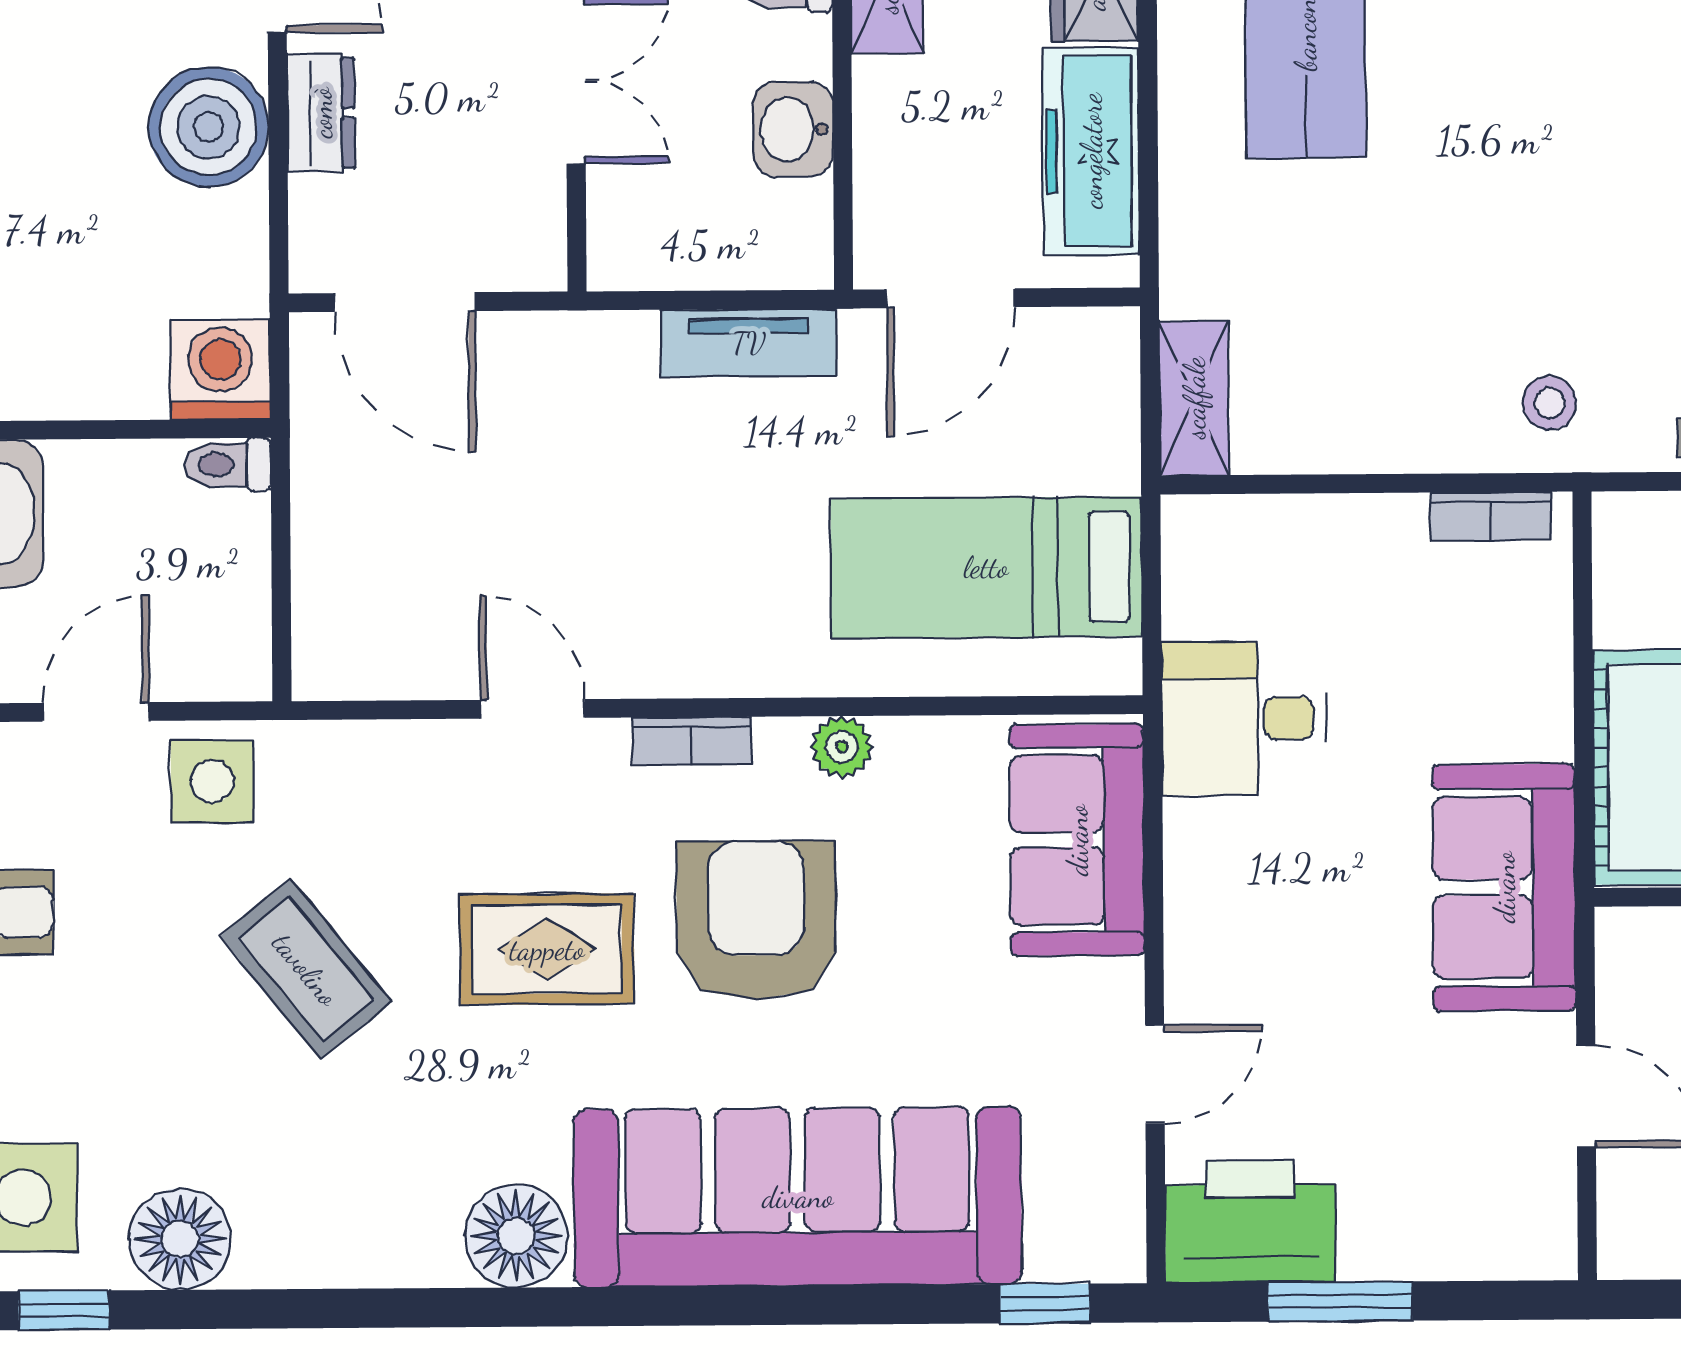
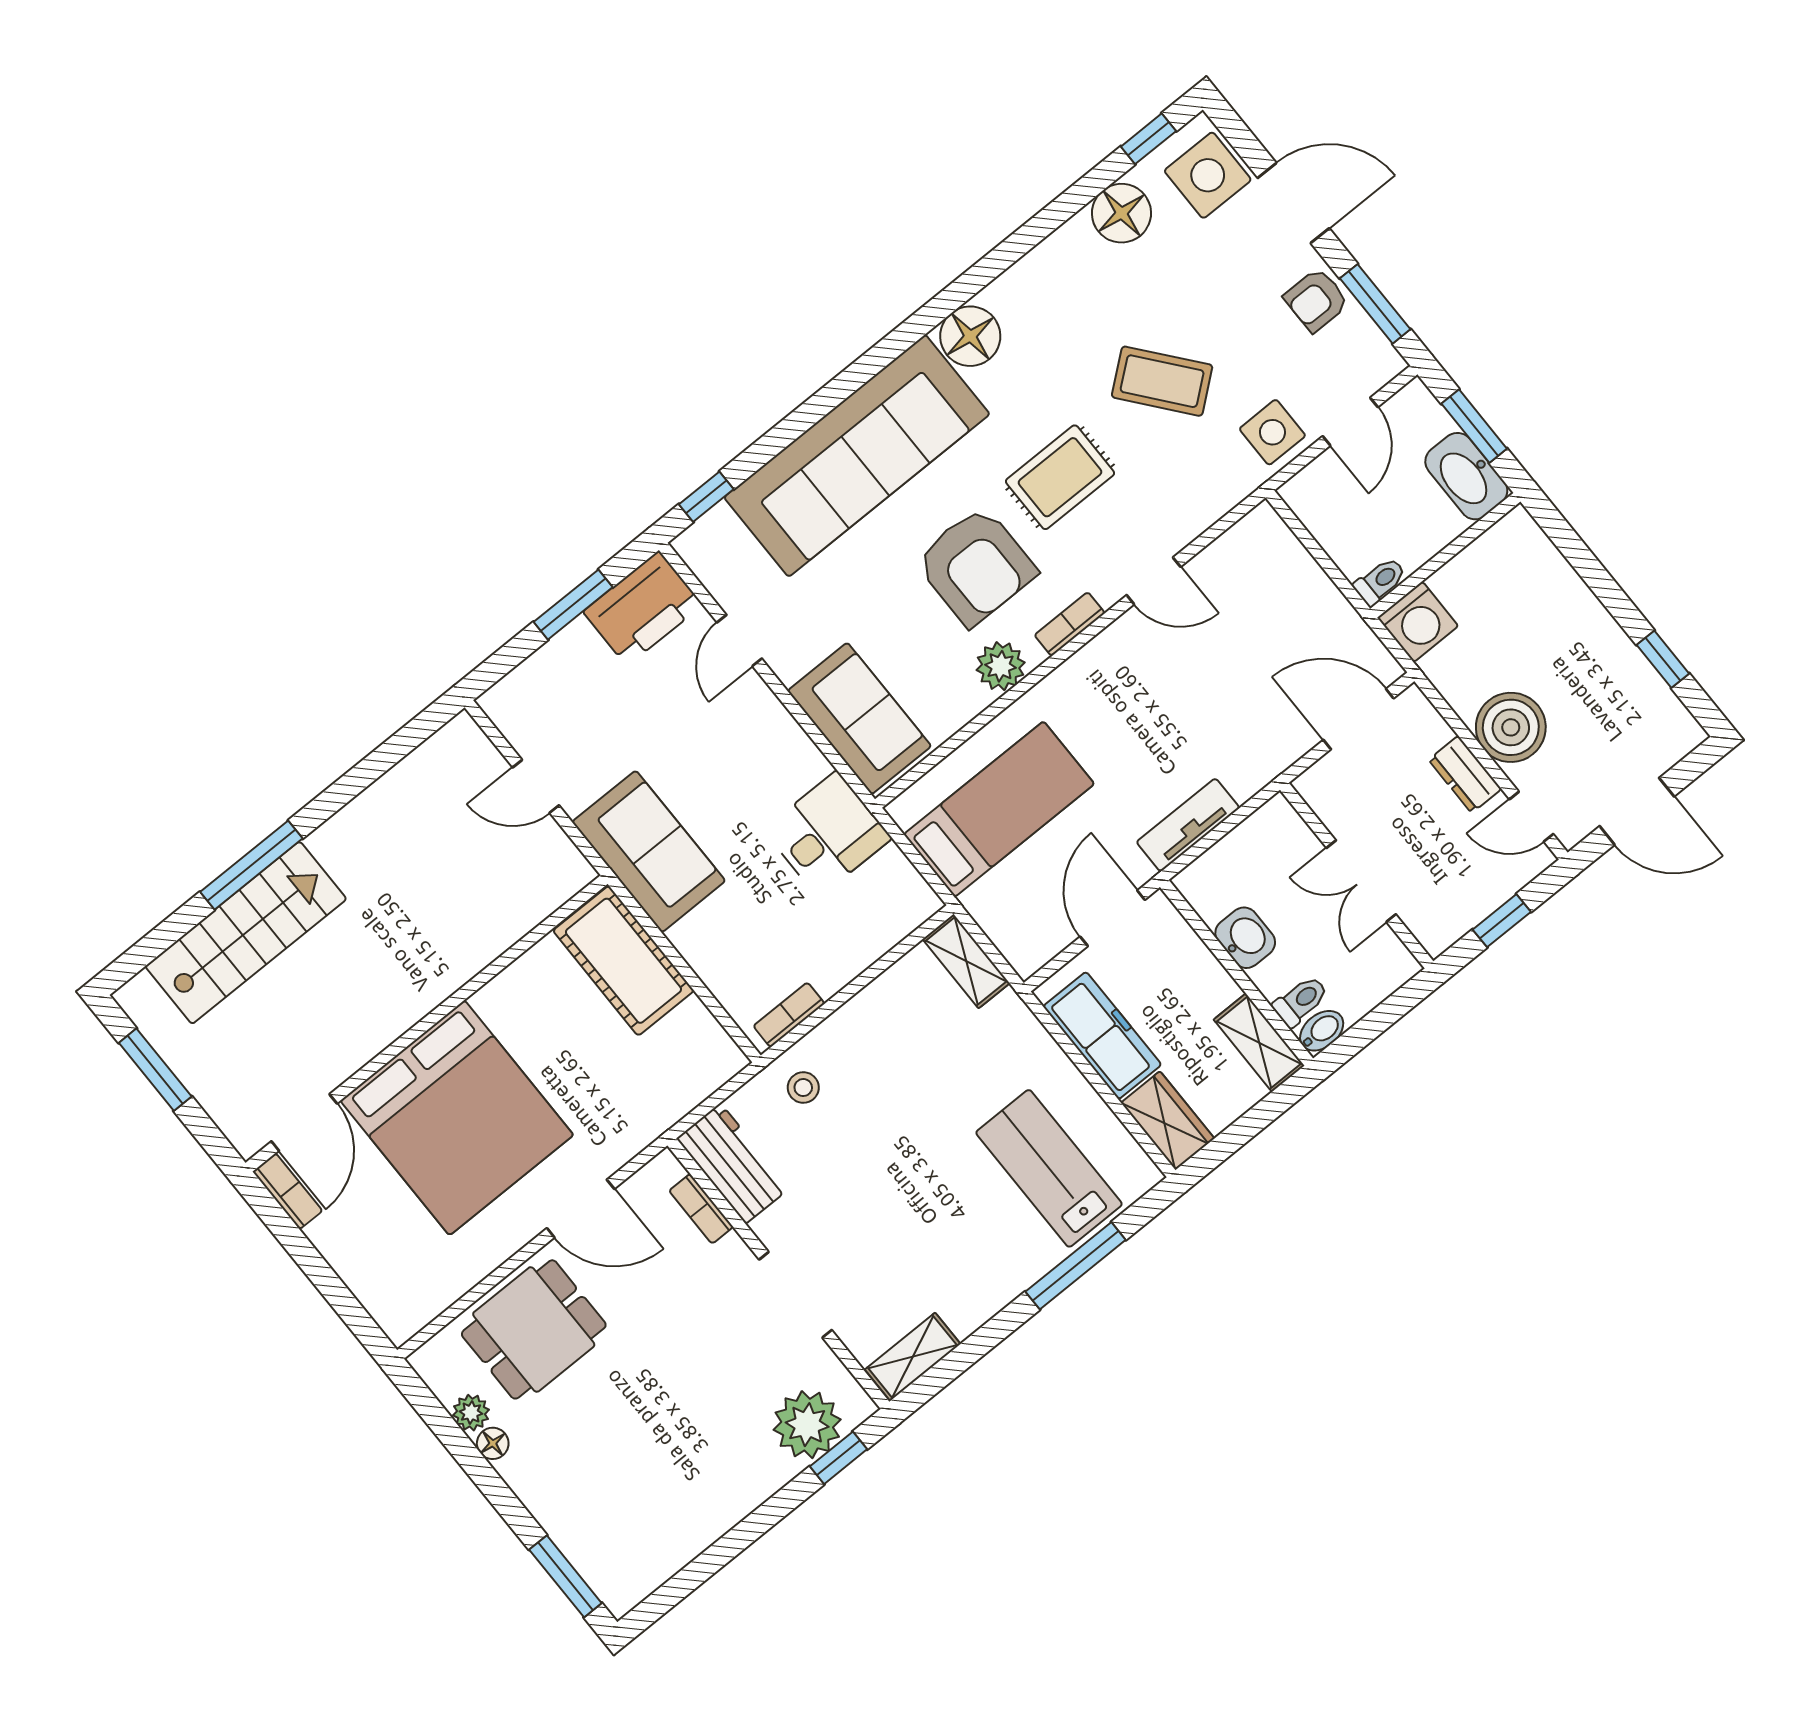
plant: (842, 747) -> (1001, 666), width x1.38, depth x1.38

